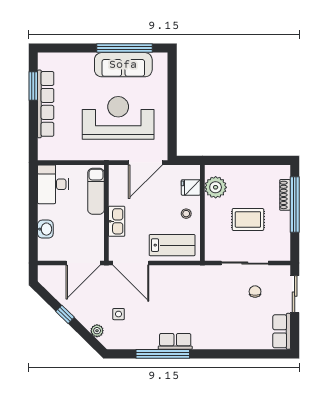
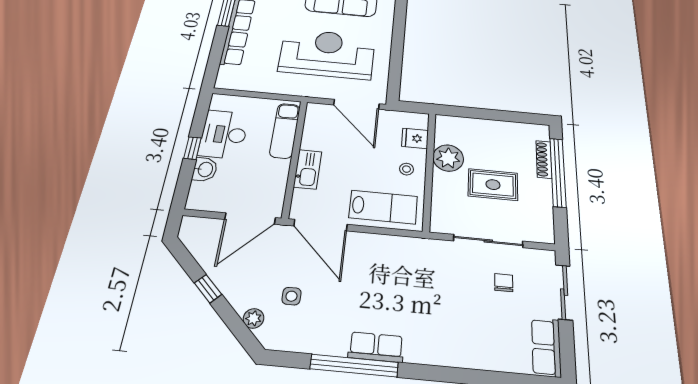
door: (145, 163) -> (356, 104), hinge flipped
desk: (53, 184) -> (224, 134), moved
plant: (216, 187) -> (448, 158), moved
window: (33, 213) -> (192, 148), added

